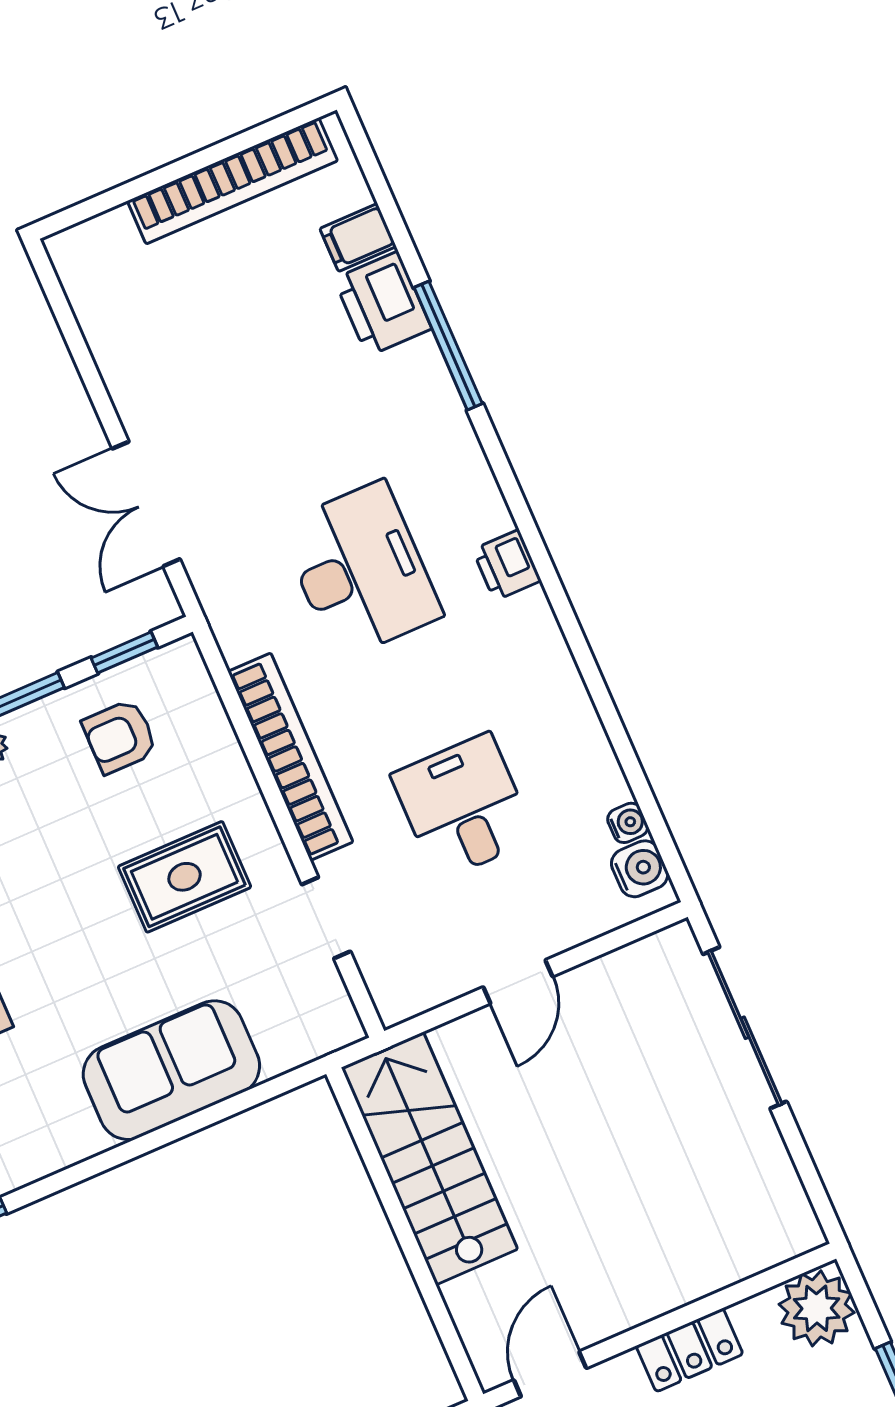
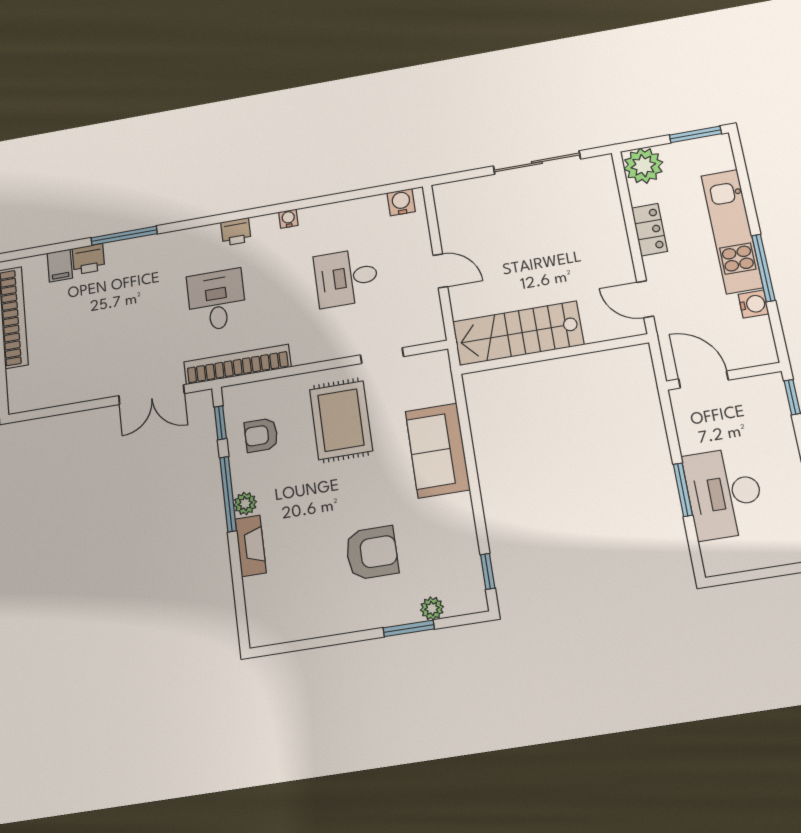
printer: (383, 304) -> (89, 259), width x0.73, depth x0.81
desk: (360, 570) -> (217, 300), width x0.73
armchair: (120, 736) -> (261, 435), turned 90
bookcase: (290, 757) -> (237, 364), moved
water cooler: (628, 823) -> (288, 219), moved
rug: (185, 877) -> (341, 420), width x1.36, depth x1.43
sliding door: (745, 1028) -> (537, 162), moved

